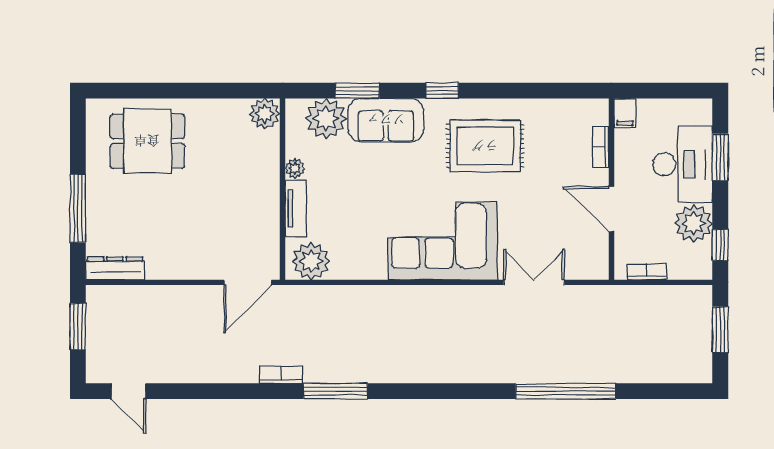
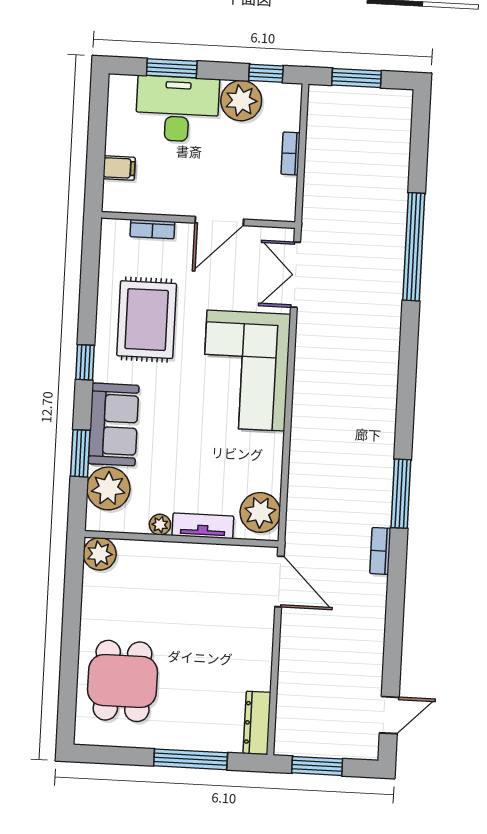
bookcase: (601, 147) -> (152, 229), moved
wall: (611, 189) -> (198, 220), moved
door: (611, 209) -> (219, 221), moved

